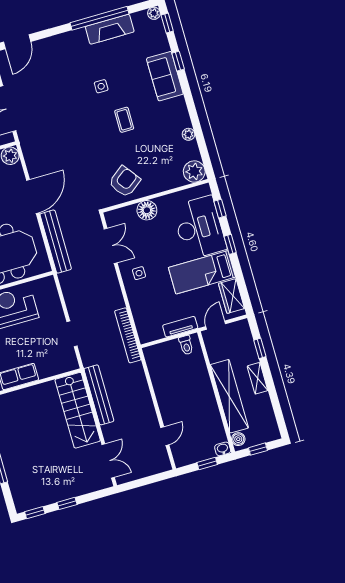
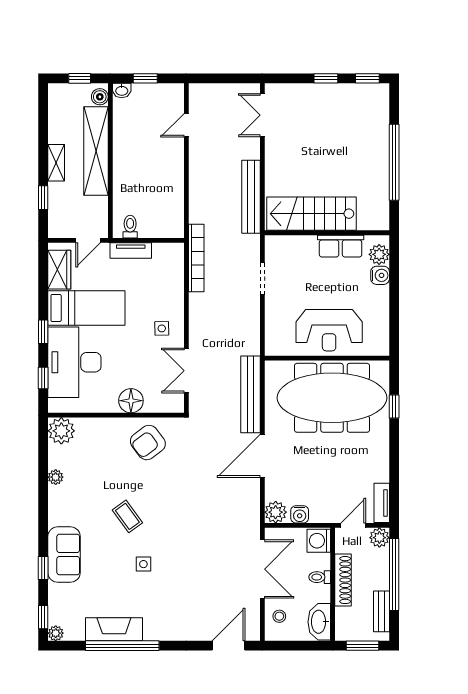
coffee table: (124, 120) -> (127, 516), turned -36
stairs: (78, 410) -> (311, 214), moved, turned -90

